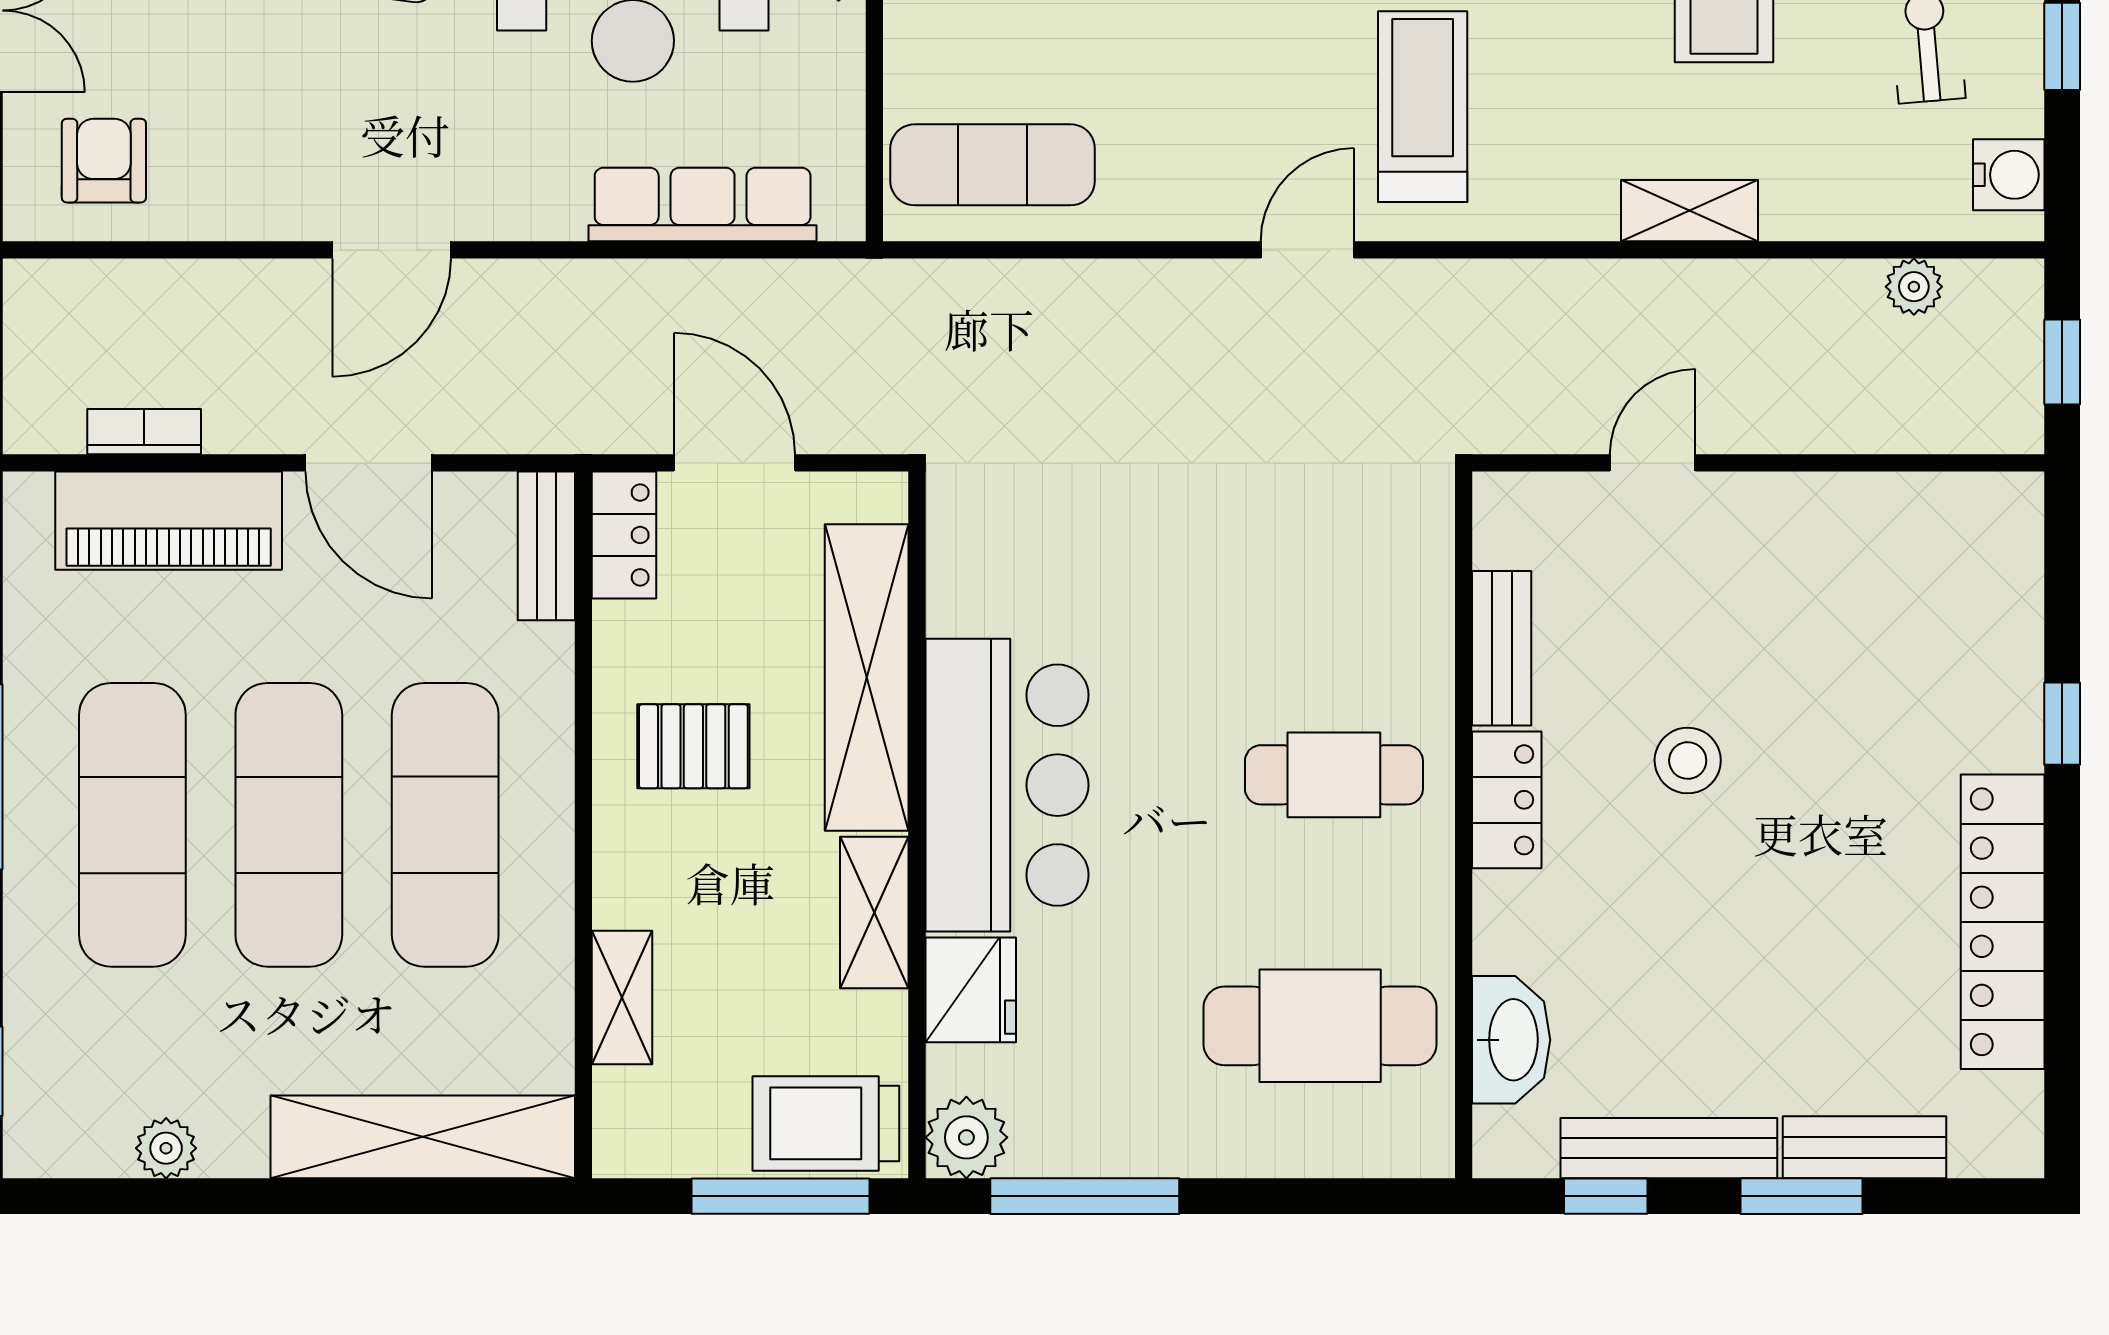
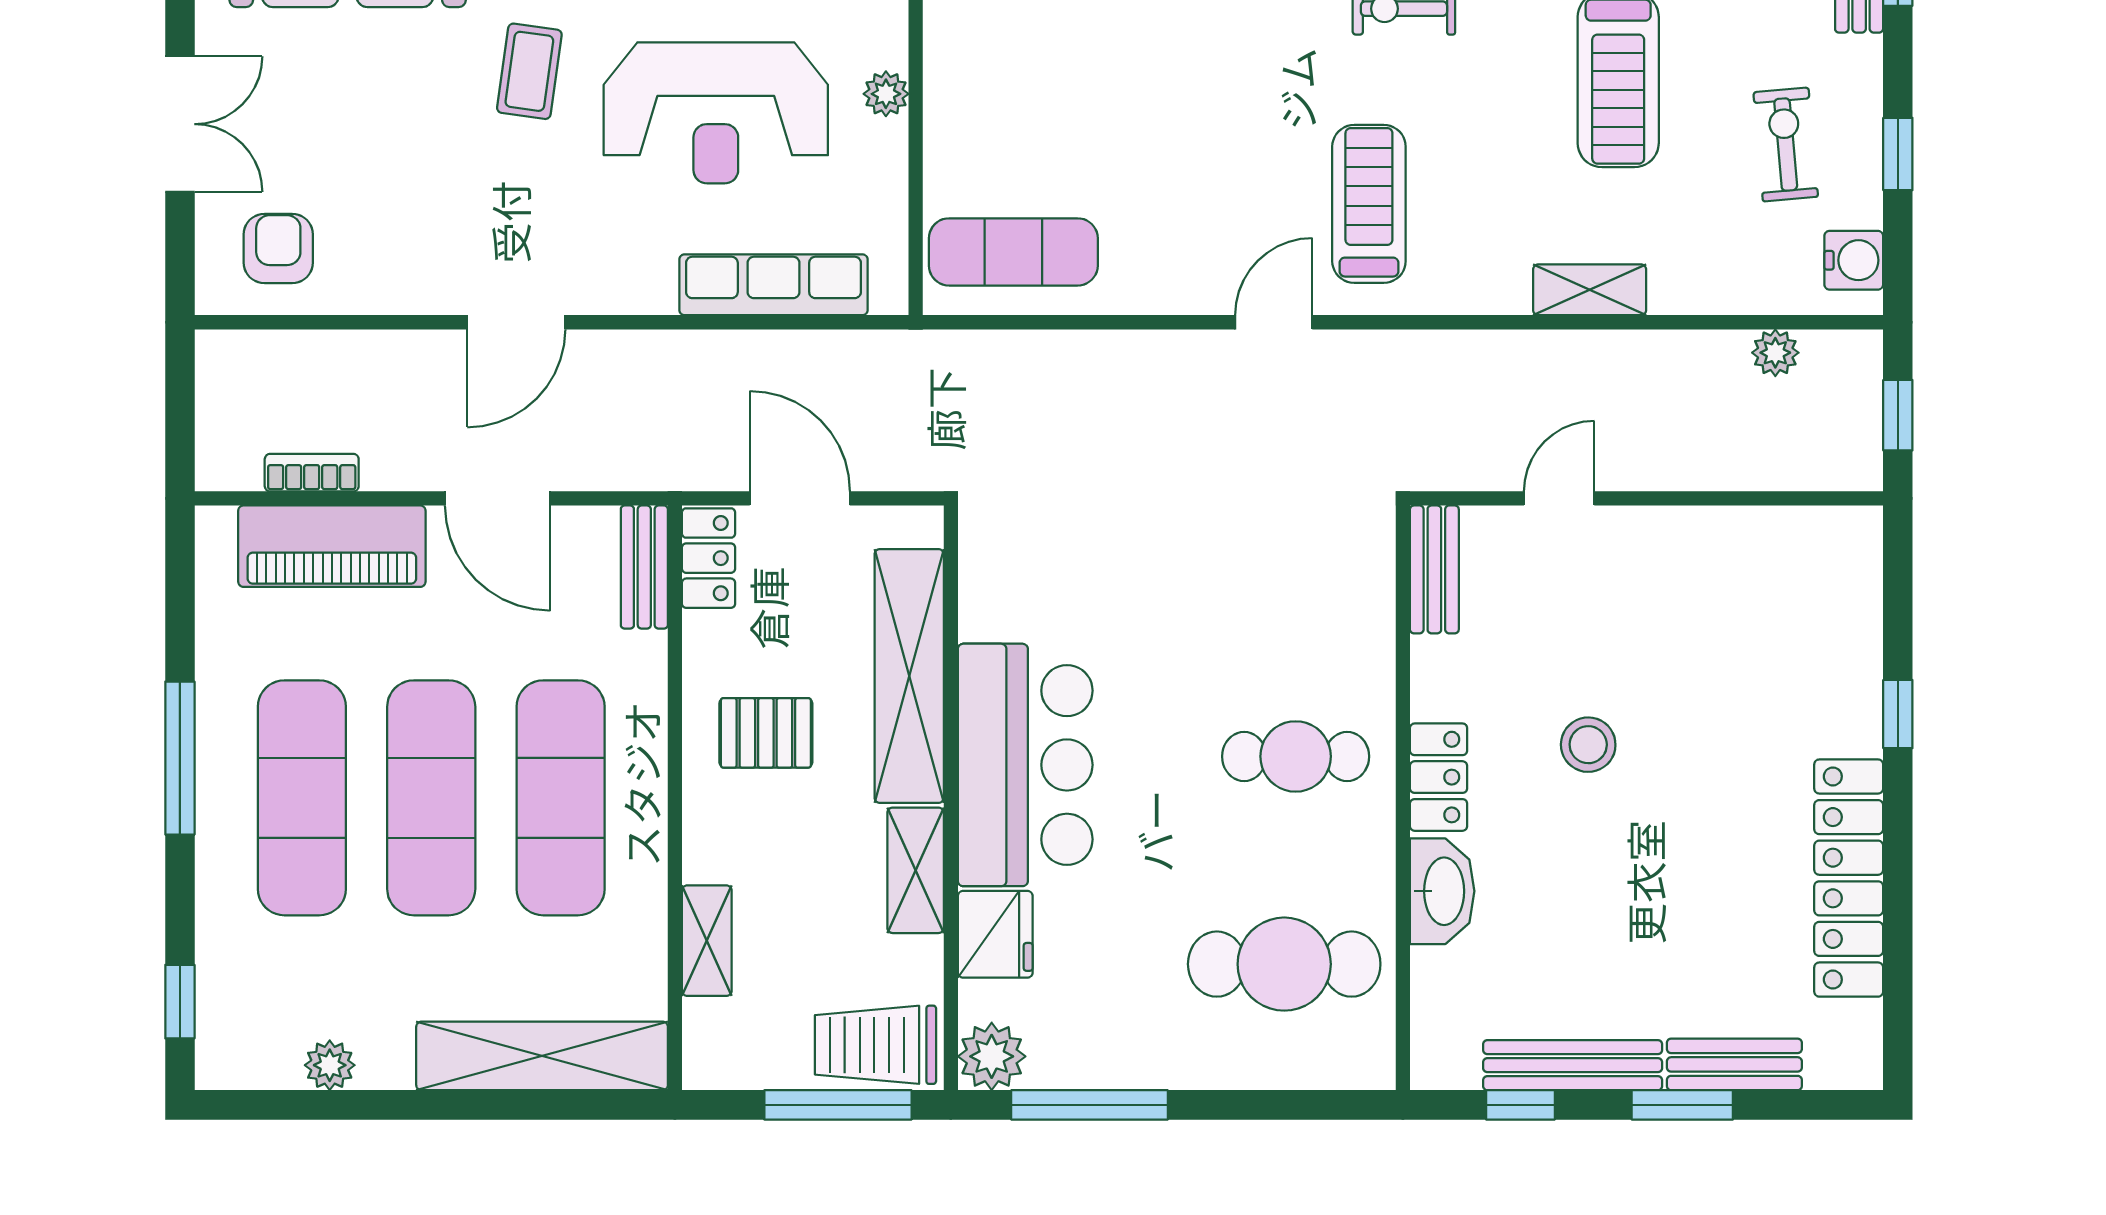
bench: (1502, 648) -> (1434, 569), moved
washbasin: (1511, 1040) -> (1442, 891), moved

